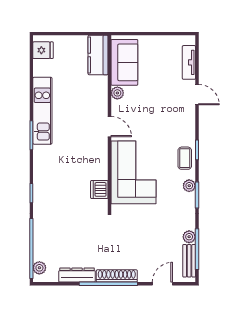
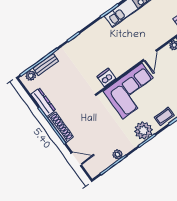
plant: (189, 186) -> (143, 131), width x1.88, depth x1.88
bench: (189, 261) -> (46, 65), moved

